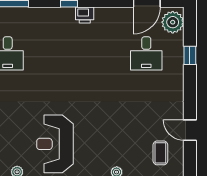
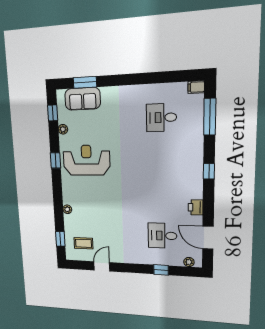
printer: (85, 15) -> (196, 207), moved
plant: (173, 22) -> (189, 262), width x0.53, depth x0.53

